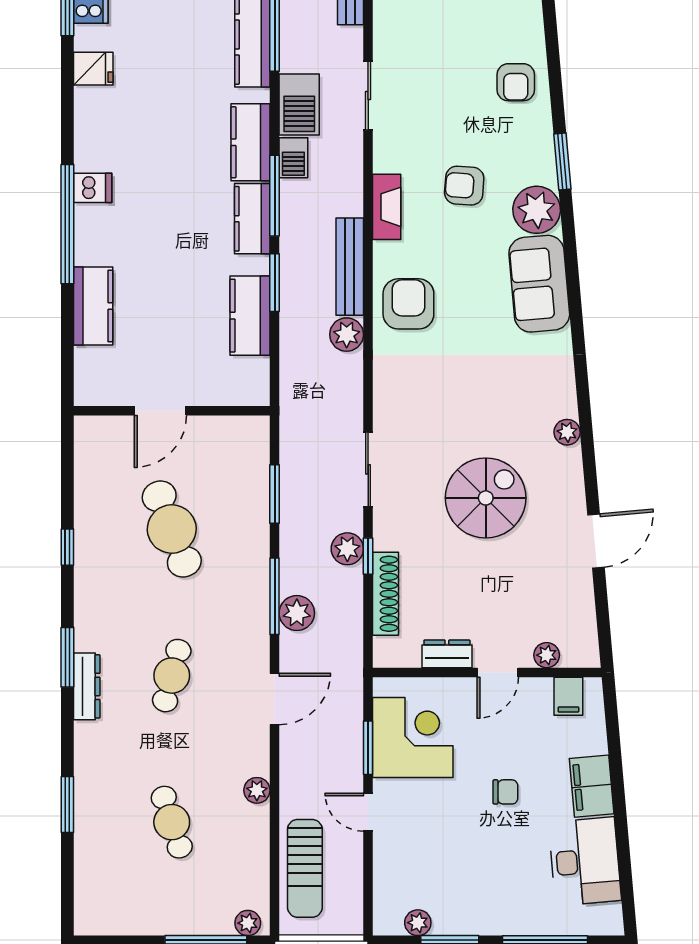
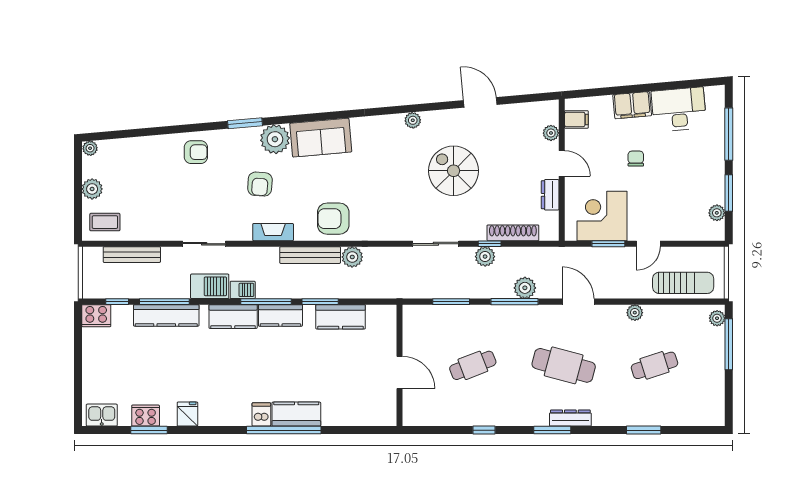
kitchen counter: (93, 306) -> (296, 414), moved
cafe table: (172, 529) -> (473, 365), width x0.73, depth x0.74
cafe table: (172, 676) -> (564, 365), width x1.37, depth x1.35

